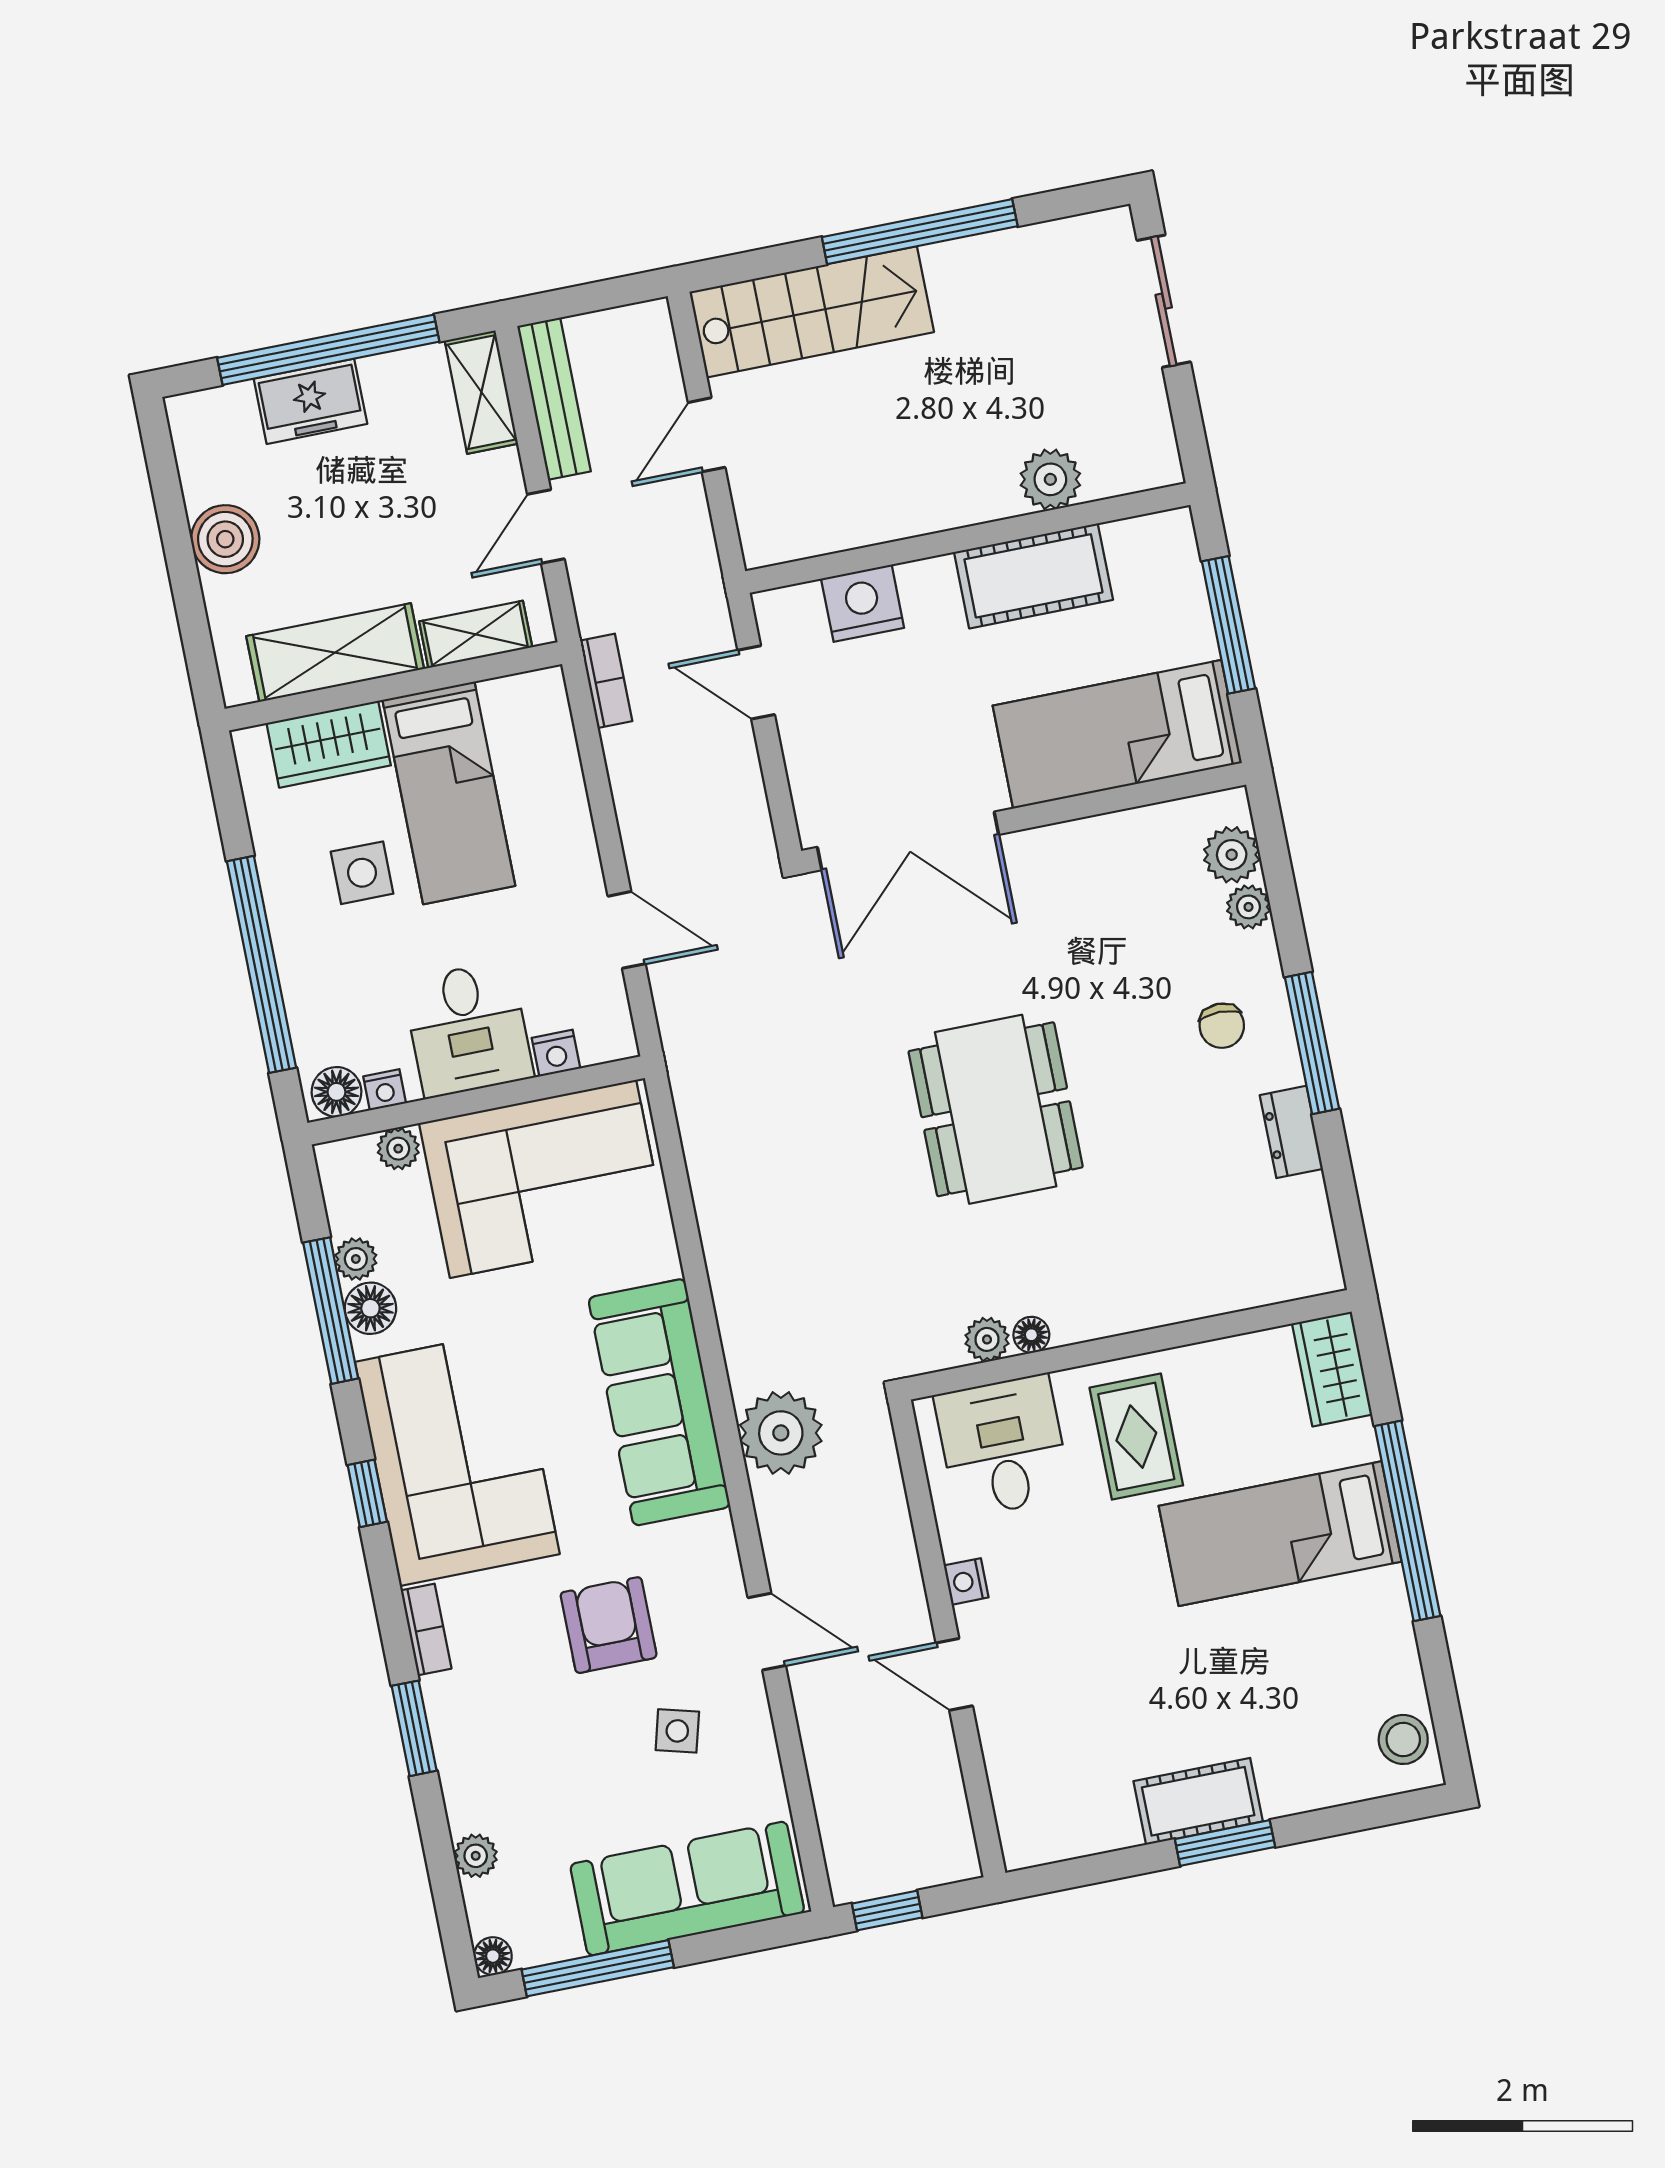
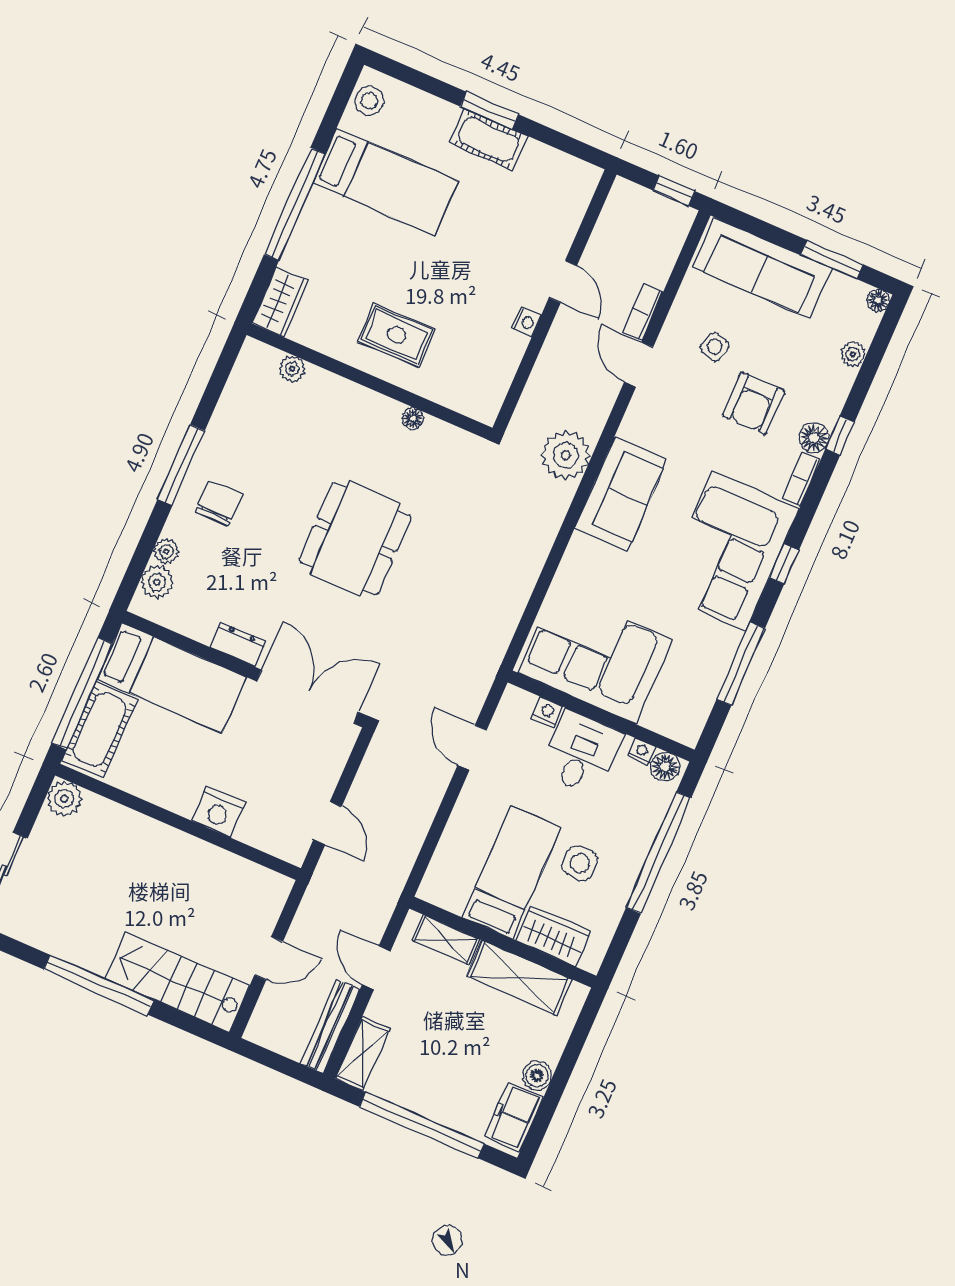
freezer: (310, 401) -> (514, 1117), moved, turned -90
plant: (1050, 479) -> (64, 799), moved
door: (546, 527) -> (376, 968), swing flipped
boiler: (225, 539) -> (537, 1076), width x0.73, depth x0.73
cot: (1033, 576) -> (100, 730), moved, turned 90
nightstand: (863, 603) -> (218, 812), moved
window: (1228, 625) -> (82, 693), width x1.46
bookcase: (606, 681) -> (643, 313), moved
chair: (1222, 1026) -> (219, 503), width x1.37, depth x1.37
dresser: (1291, 1132) -> (238, 644), moved, turned -90
plant: (398, 1149) -> (654, 719), removed
plant: (356, 1259) -> (712, 680), removed
floor lamp: (370, 1308) -> (814, 438), moved
plant: (987, 1339) -> (292, 369), moved
sofa: (659, 1402) -> (621, 494), width x0.73
rug: (1136, 1437) -> (397, 335), turned 90
desk: (1003, 1446) -> (464, 375), removed
bed: (1280, 1534) -> (385, 182), moved
armchair: (609, 1625) -> (754, 403), moved
window: (414, 1728) -> (840, 436), width x0.67
window: (598, 1968) -> (832, 259), width x0.69

